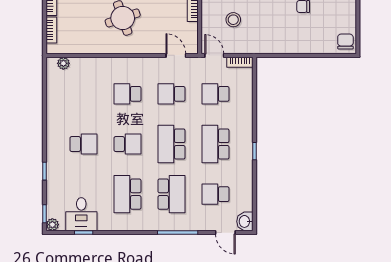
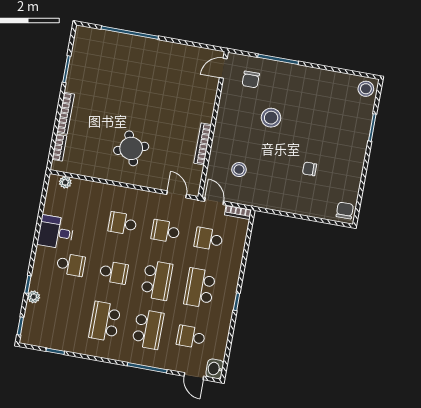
school desk: (171, 144) -> (157, 280), turned 180
desk: (81, 214) -> (56, 232), moved, turned 90
plant: (52, 225) -> (34, 297), moved

